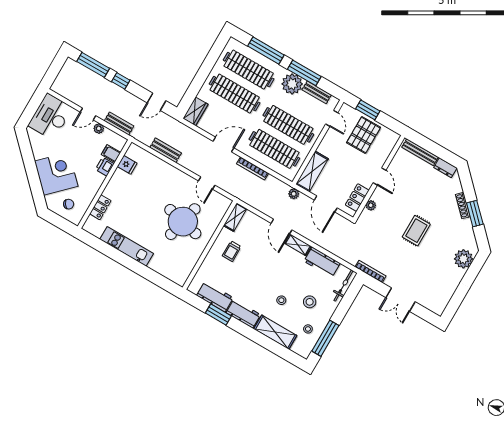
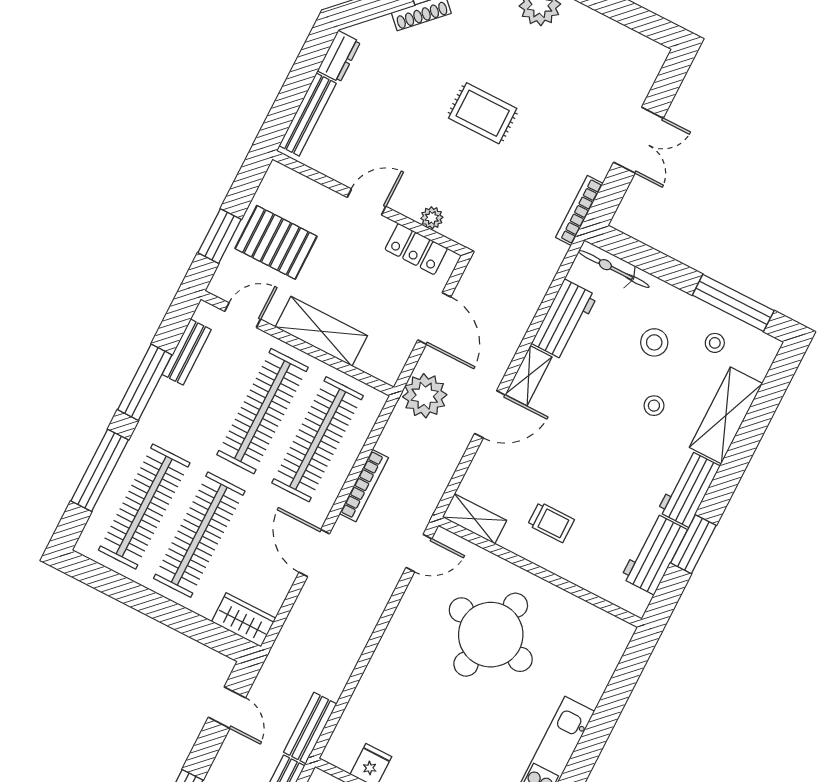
plant: (292, 84) -> (171, 408), removed
bench: (166, 150) -> (310, 728), moved
shelving: (312, 171) -> (321, 331), moved
door: (207, 183) -> (419, 553), moved
plant: (294, 194) -> (425, 396), width x1.88, depth x1.88
door: (326, 204) -> (434, 318), hinge flipped

